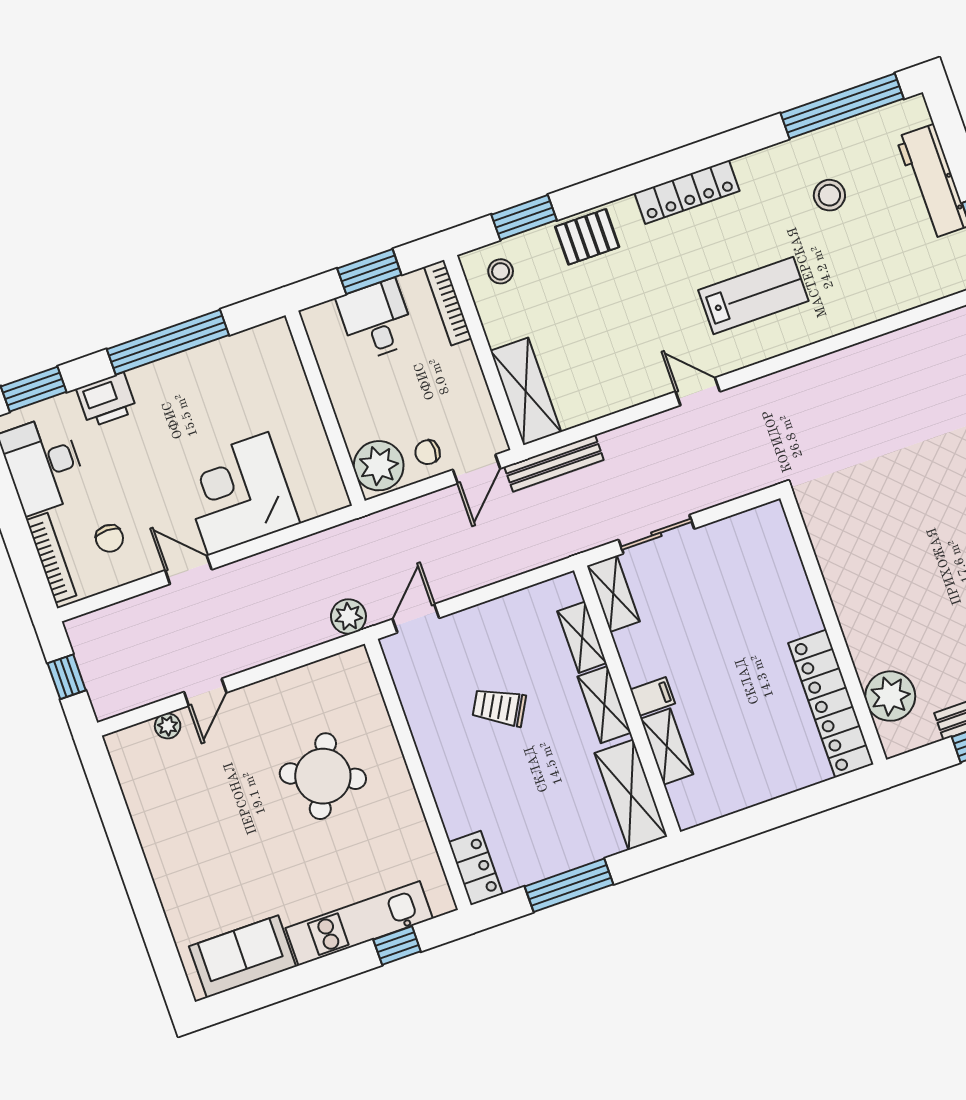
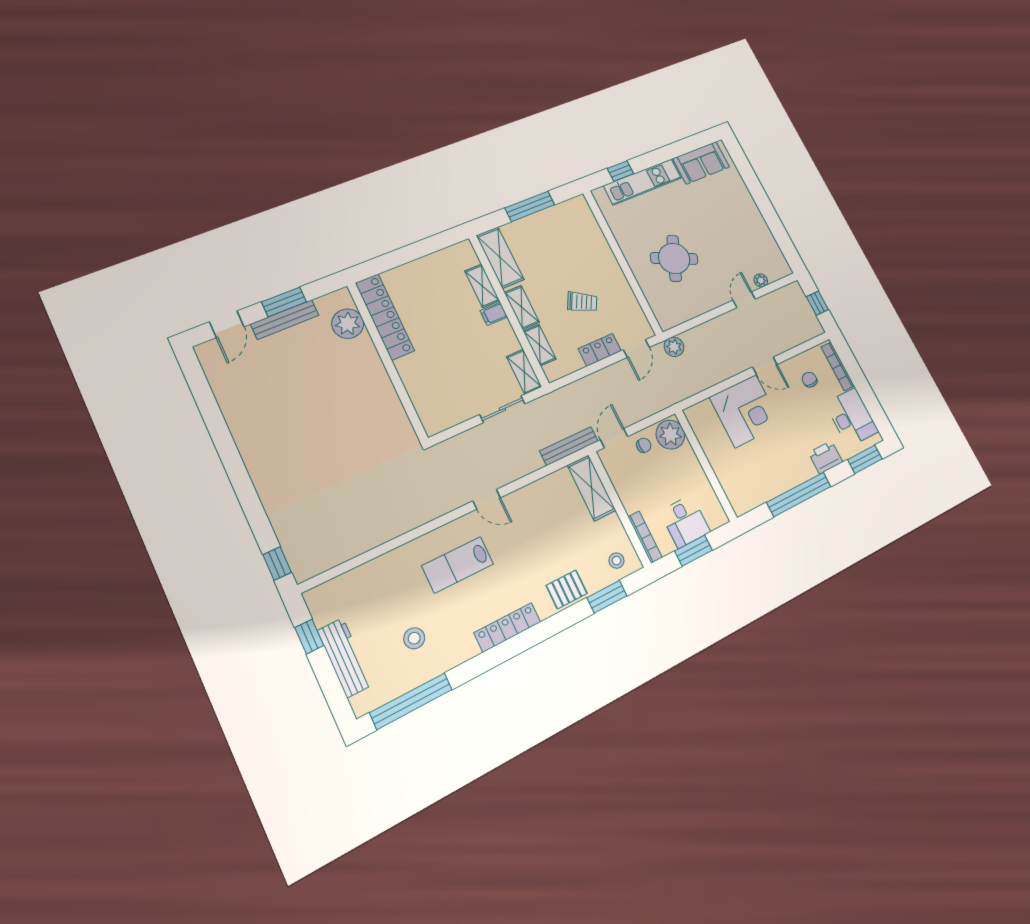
locker: (476, 868) -> (600, 350), moved, turned 90

